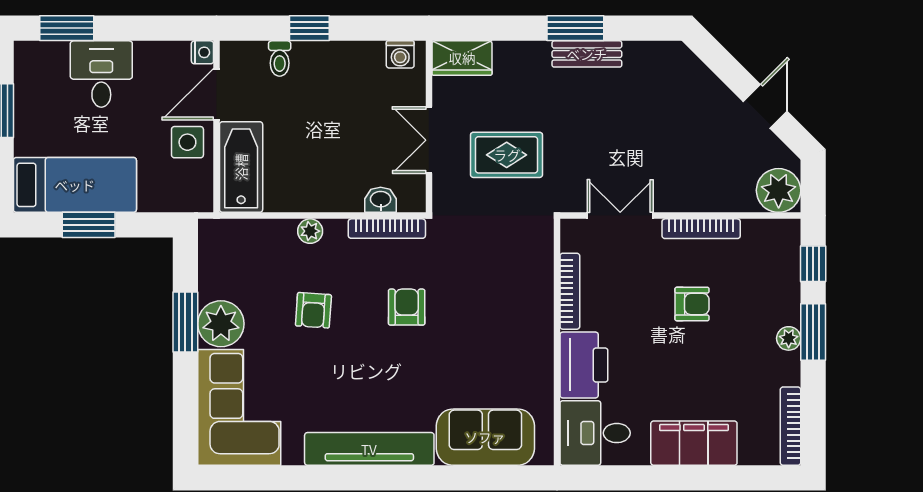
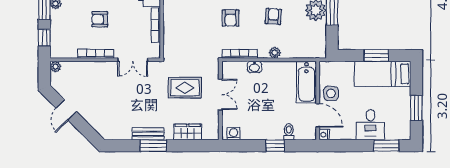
wardrobe: (462, 58) -> (188, 132), moved
door: (217, 94) -> (318, 115), hinge flipped
plant: (779, 190) -> (55, 67), width x0.53, depth x0.53
washbasin: (381, 200) -> (255, 67), moved

